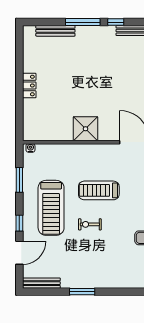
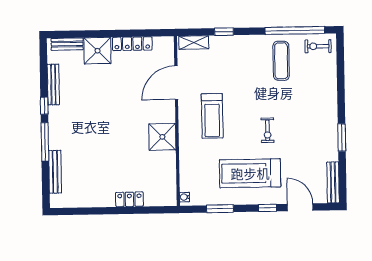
locker: (29, 86) -> (129, 199), moved
treadmill: (99, 190) -> (212, 116), moved
treadmill: (51, 208) -> (250, 173), turned 180

